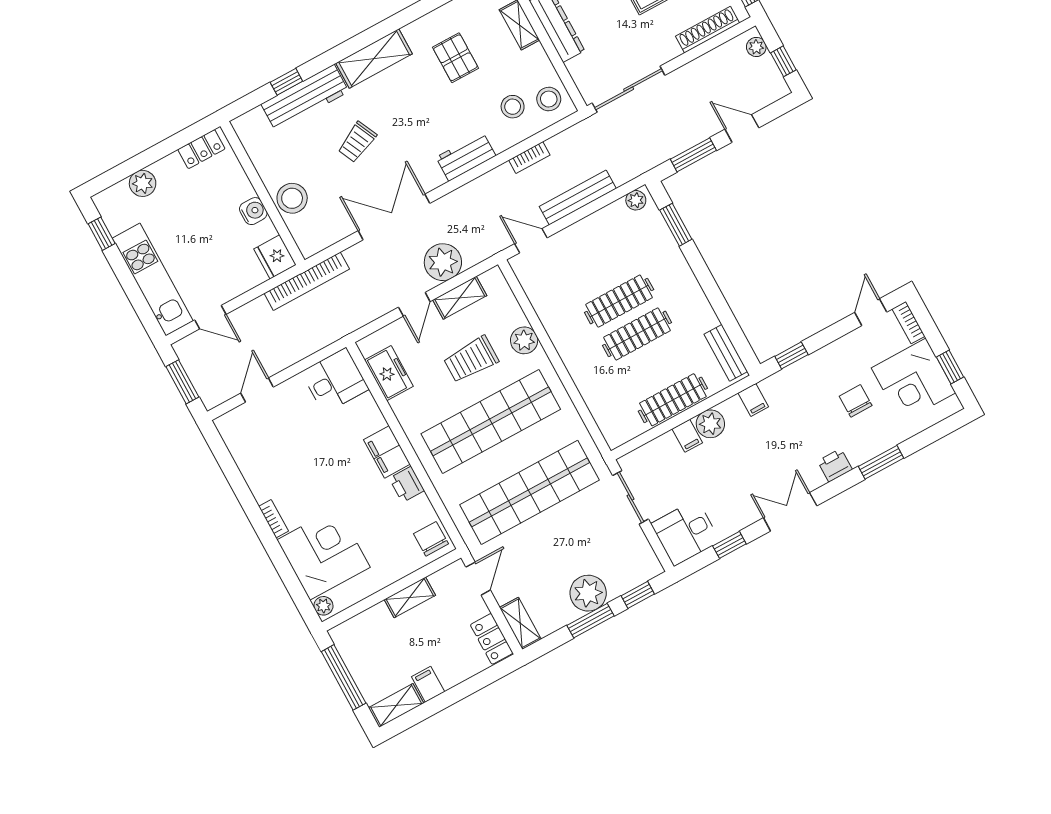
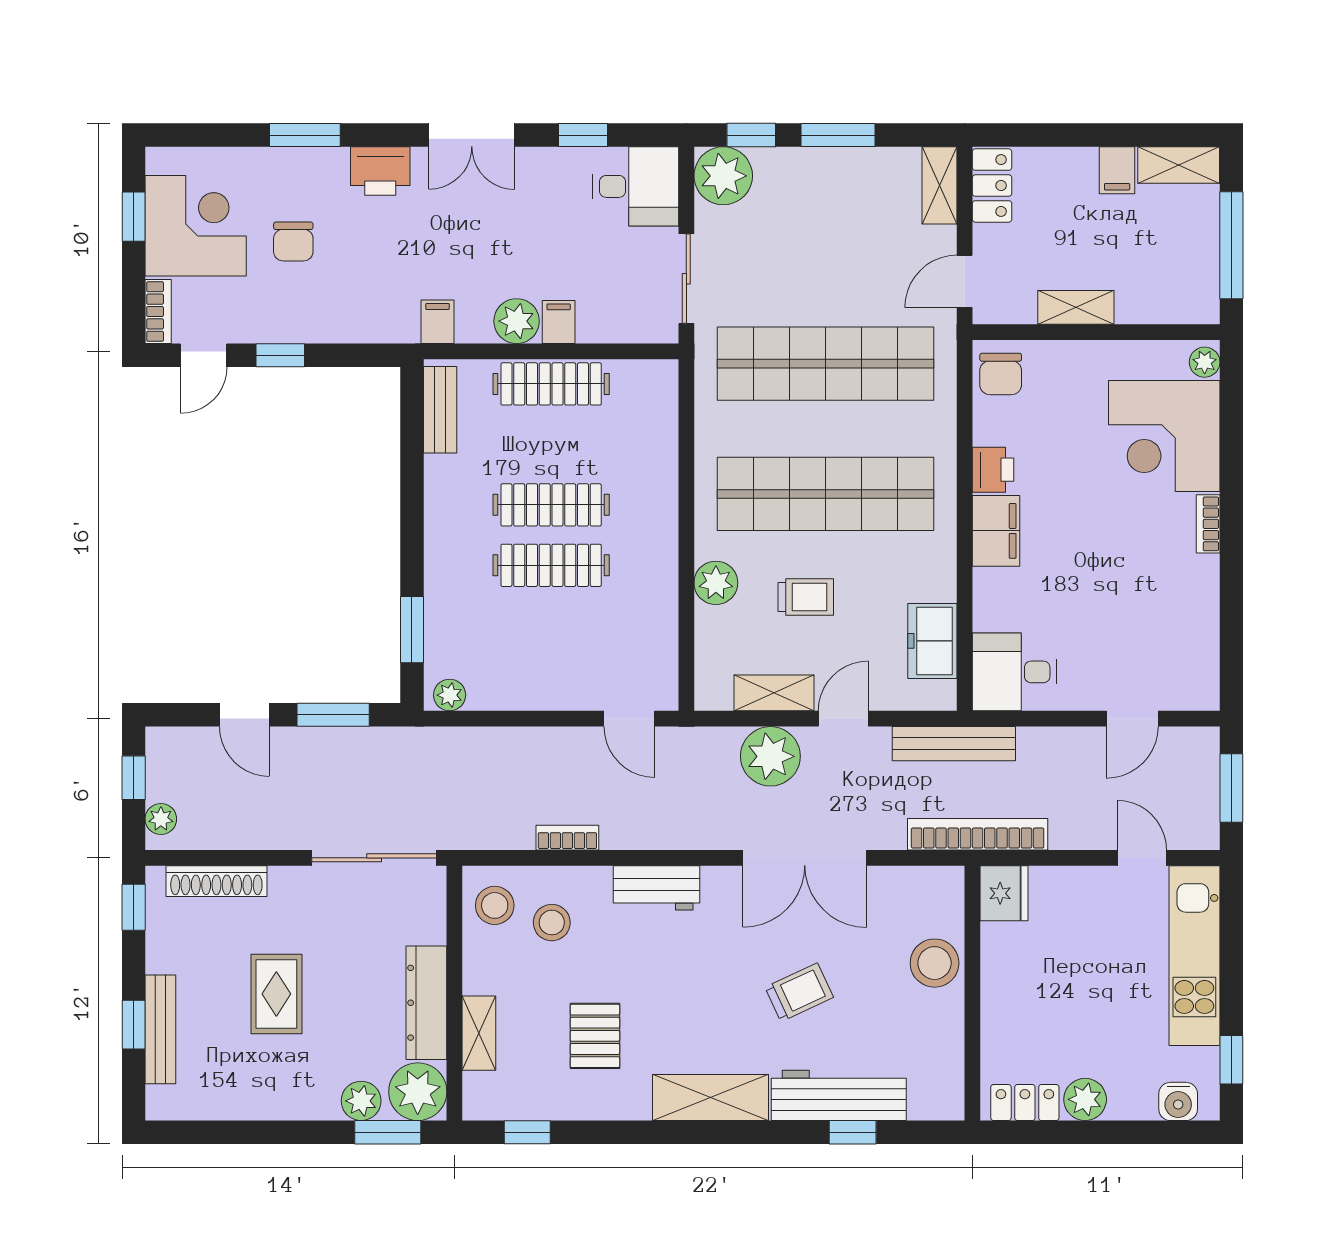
plant: (143, 183) -> (1085, 1099), moved
bench: (578, 198) -> (954, 744), moved
water cooler: (253, 211) -> (1178, 1101), moved, turned -90
window: (791, 355) -> (280, 355), moved
trolley: (471, 359) -> (806, 597), width x0.73, depth x0.72
printer: (835, 465) -> (380, 171), width x1.36, depth x1.24
plant: (588, 593) -> (723, 176), moved

